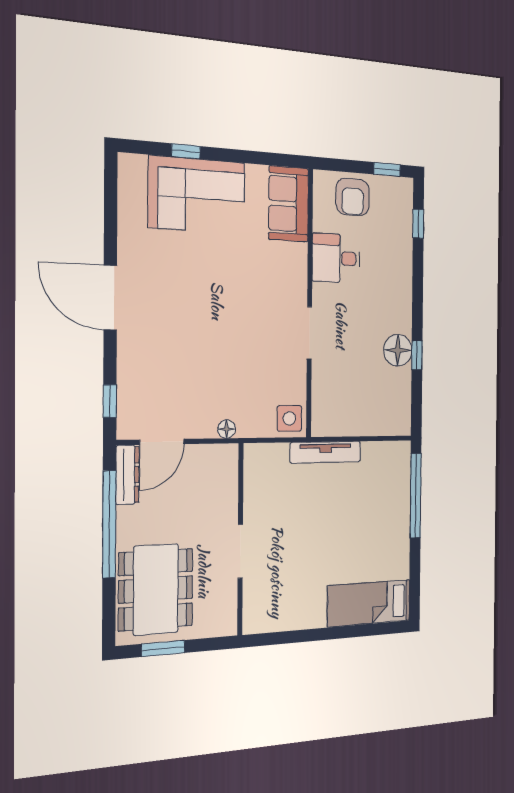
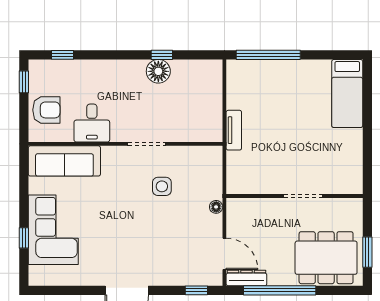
sofa: (289, 204) -> (64, 161), width x1.36
side table: (289, 418) -> (162, 186), moved
tv unit: (326, 452) -> (234, 130), width x0.71

